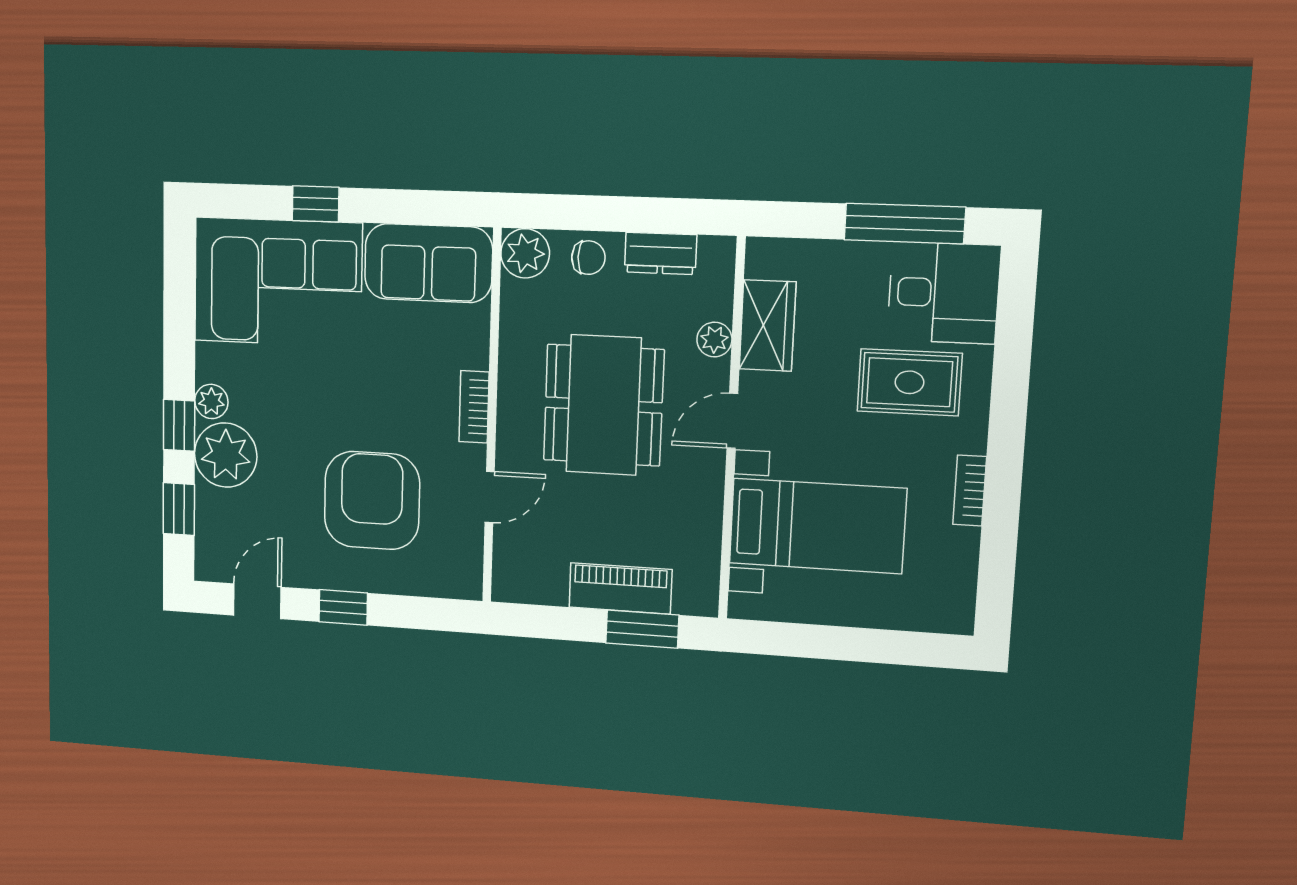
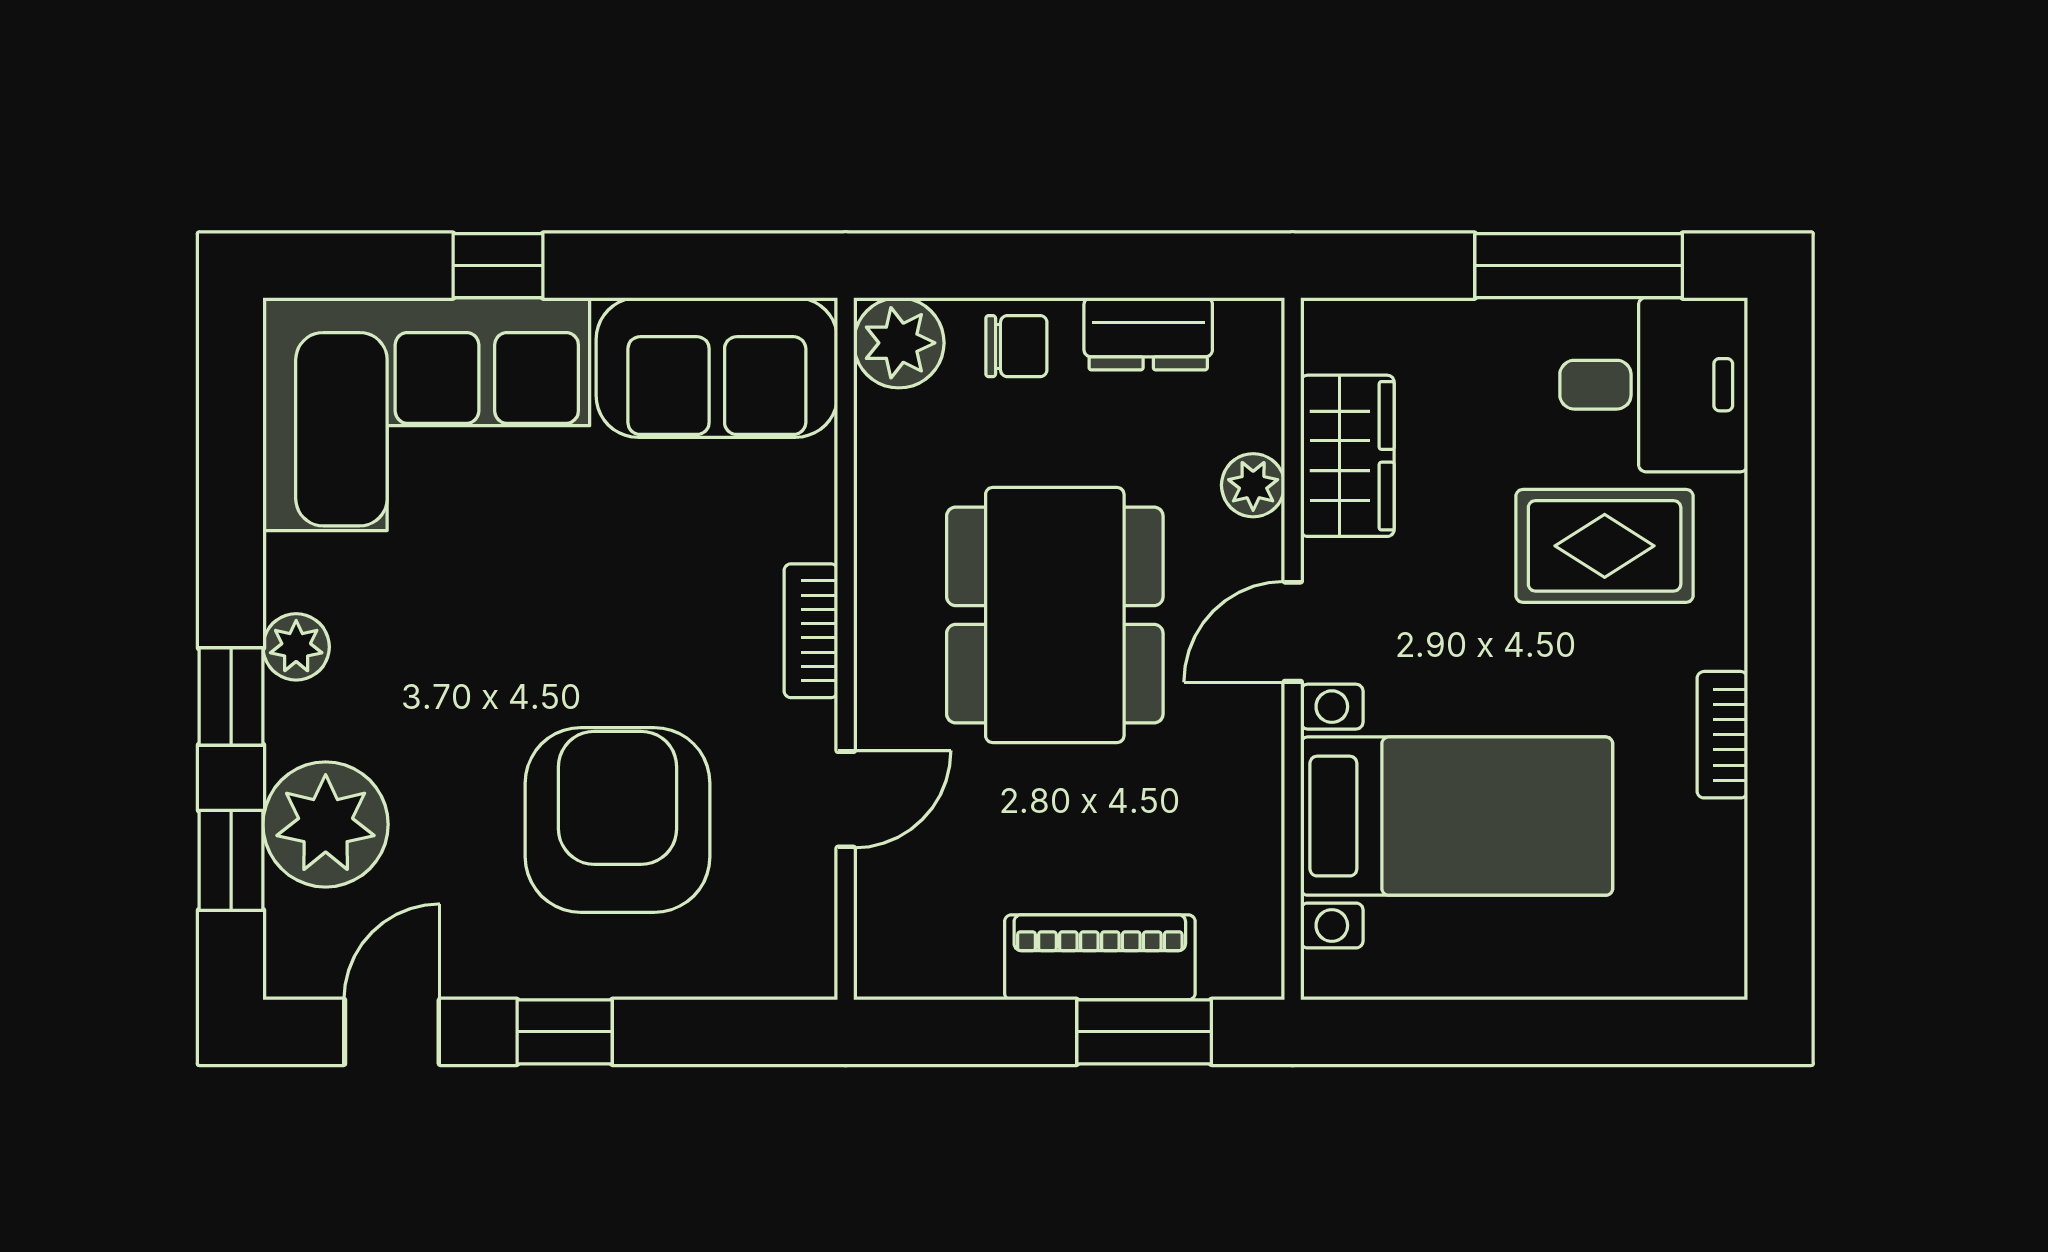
plant: (226, 455) -> (326, 824), moved

